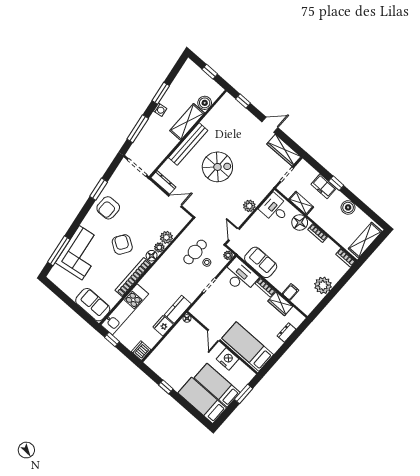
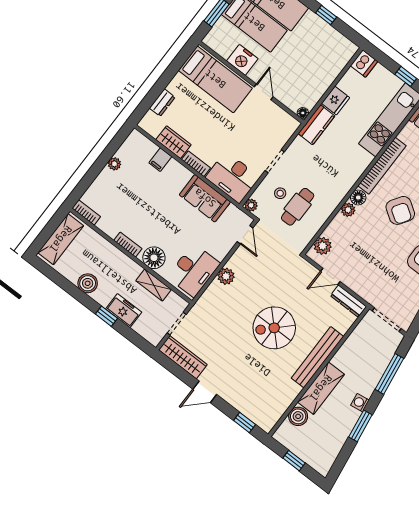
desk: (275, 208) -> (194, 270), width x1.37
plant: (166, 237) -> (323, 246), moved
plant: (323, 285) -> (114, 164), width x0.53, depth x0.53

